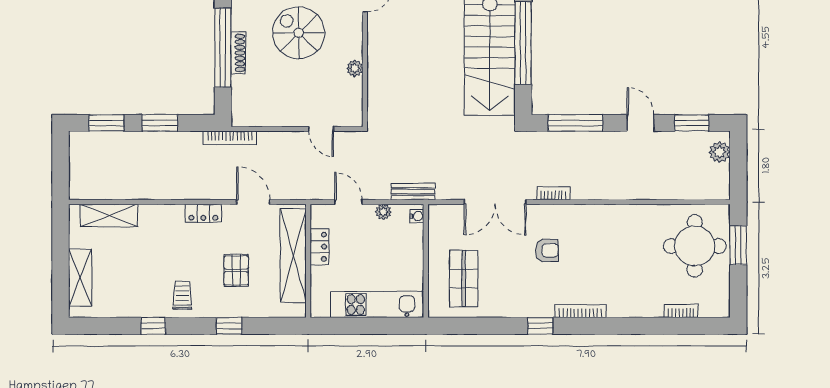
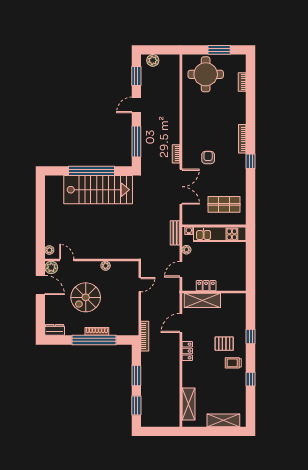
window: (738, 245) -> (219, 50), moved
shelving: (293, 255) -> (202, 300), width x0.68
pallet: (236, 270) -> (224, 344), moved
kitchen unit: (377, 305) -> (220, 234), moved, turned -90

